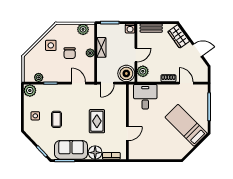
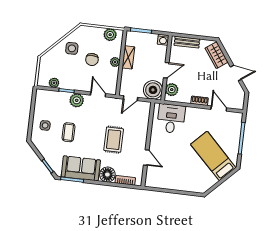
plant: (30, 91) -> (77, 100), moved
door: (127, 134) -> (146, 158), hinge flipped

